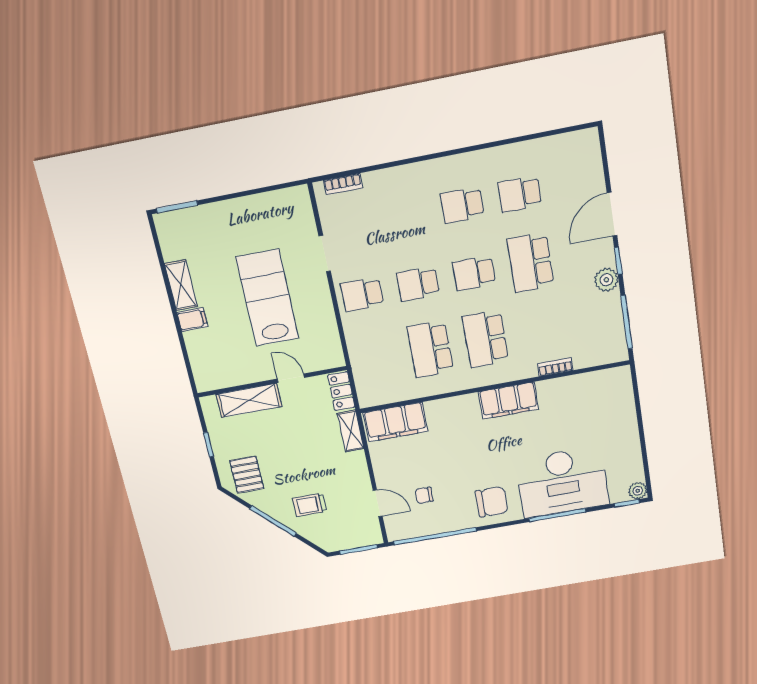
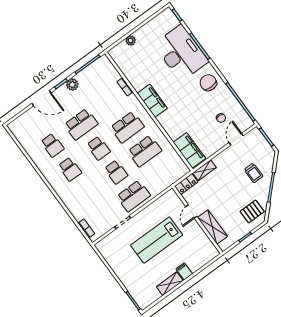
school desk: (362, 294) -> (134, 196), width x1.85
plant: (638, 491) -> (131, 40), moved

